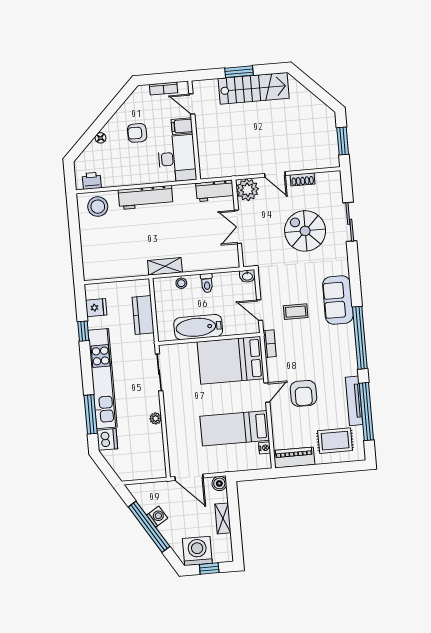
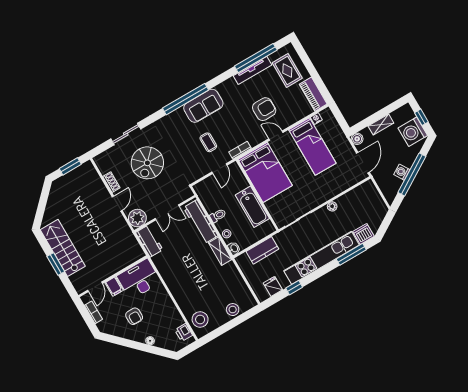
workbench: (146, 197) -> (201, 222), moved, turned 180
stool: (92, 249) -> (233, 310), added
washbasin: (247, 276) -> (234, 248), moved
sofa: (338, 300) -> (203, 106), moved
window: (360, 338) -> (186, 99), moved

